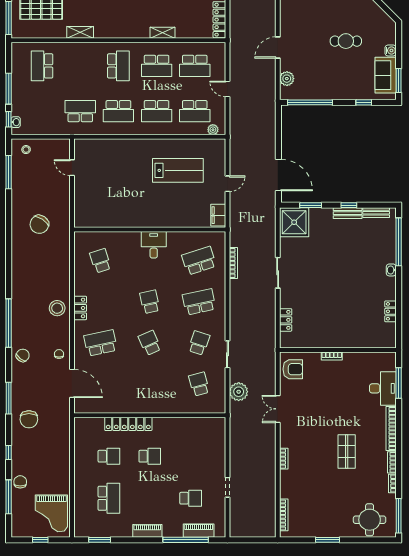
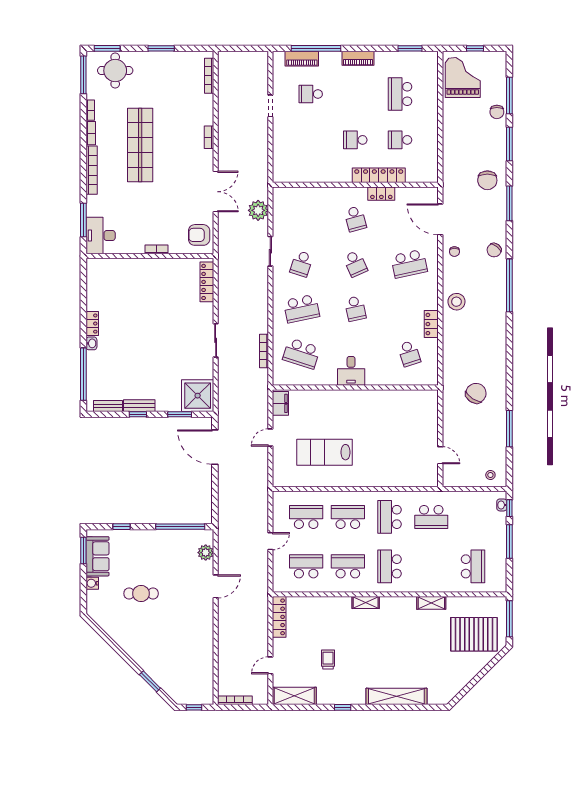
shelving: (163, 33) -> (366, 603), moved
door: (227, 89) -> (270, 541), hinge flipped
school desk: (118, 111) -> (390, 517), turned -90
plant: (213, 130) -> (286, 497), removed
window: (9, 172) -> (509, 429), moved
school desk: (199, 261) -> (301, 354), turned 36
locker: (80, 308) -> (431, 324), moved
locker: (391, 311) -> (92, 324), moved
locker: (286, 320) -> (207, 282), width x1.53
school desk: (199, 384) -> (355, 219), moved
desk: (383, 388) -> (101, 236), moved
locker: (126, 407) -> (381, 194), added
double door: (278, 409) -> (216, 192), width x1.37
chair: (29, 419) -> (487, 180), turned 180
window: (9, 452) -> (509, 144), width x2.17
shop shelf: (347, 452) -> (140, 145), width x2.00, depth x1.36
window: (377, 540) -> (107, 48), added

